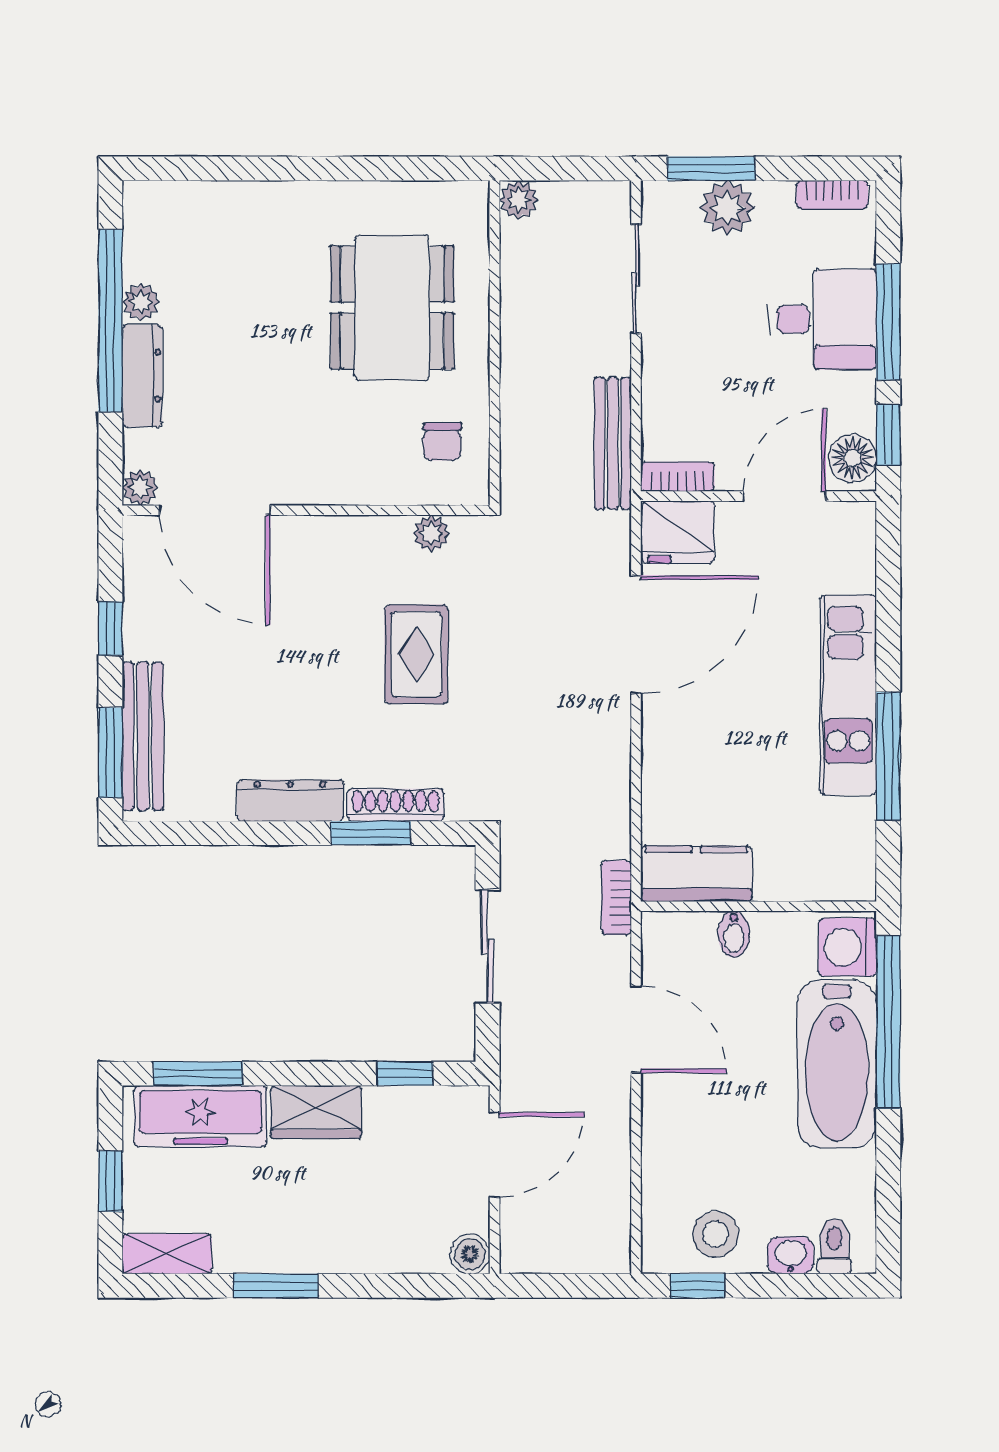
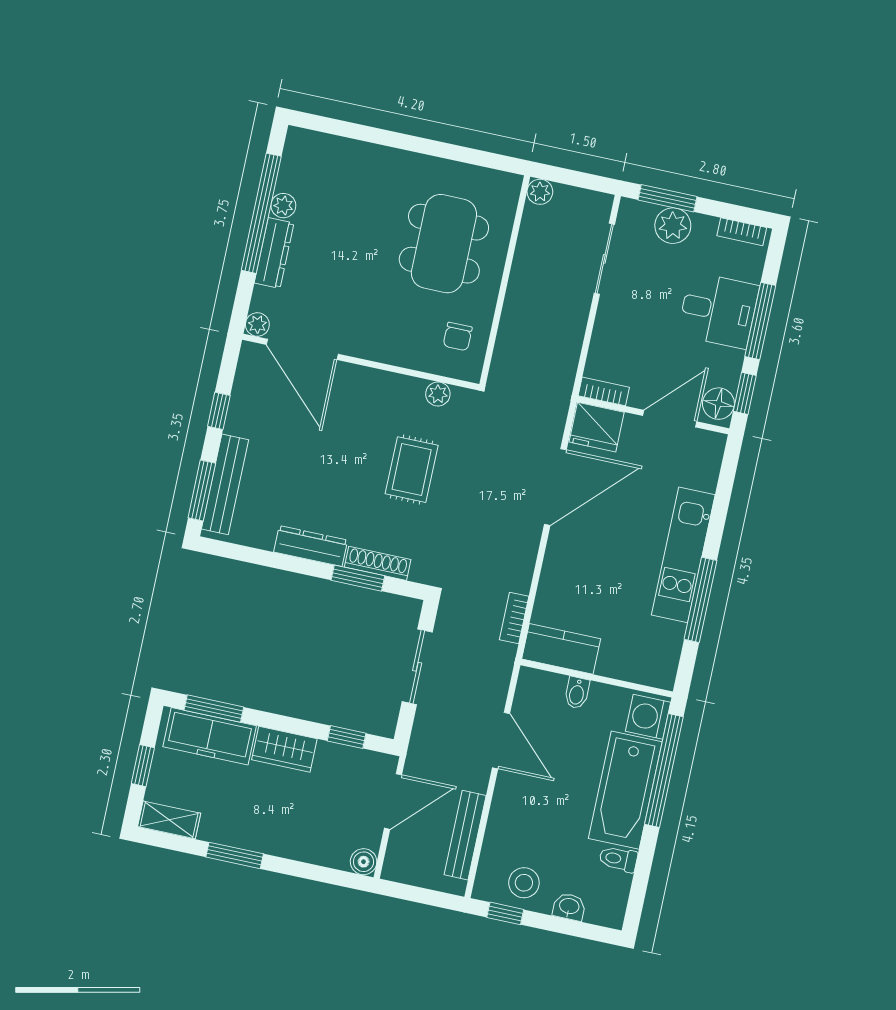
bench: (613, 443) -> (465, 835), moved
bookcase: (616, 898) -> (514, 618), moved
toilet: (834, 1246) -> (618, 859), moved, turned -90

